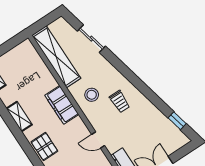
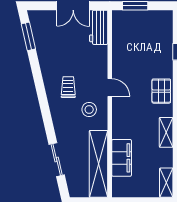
filing cabinet: (62, 105) -> (122, 158), moved
window: (177, 121) -> (28, 36), width x1.50
door: (98, 140) -> (110, 88), moved

